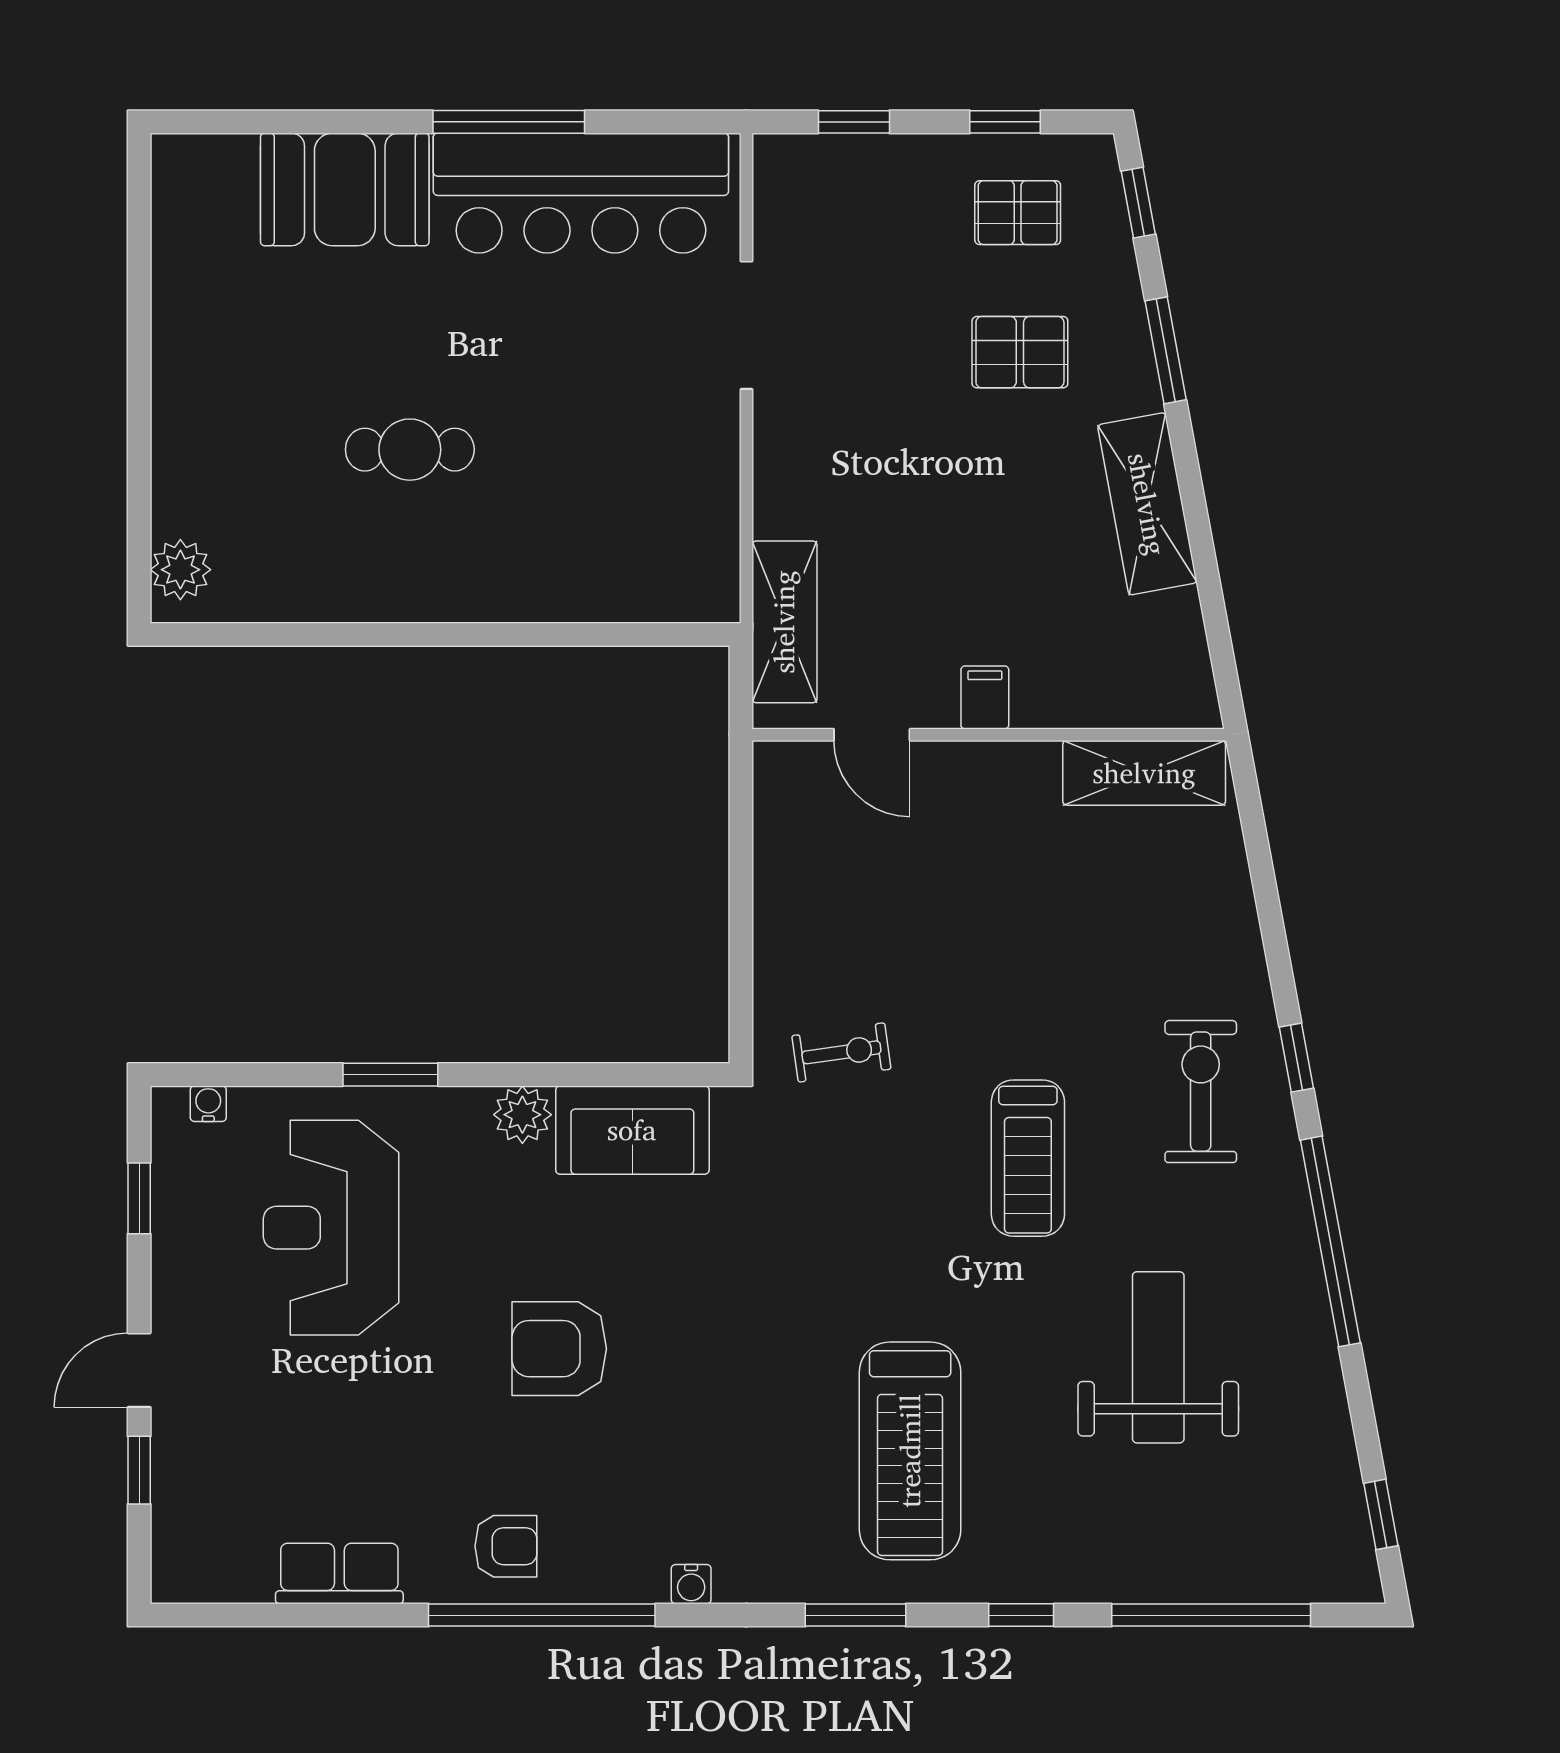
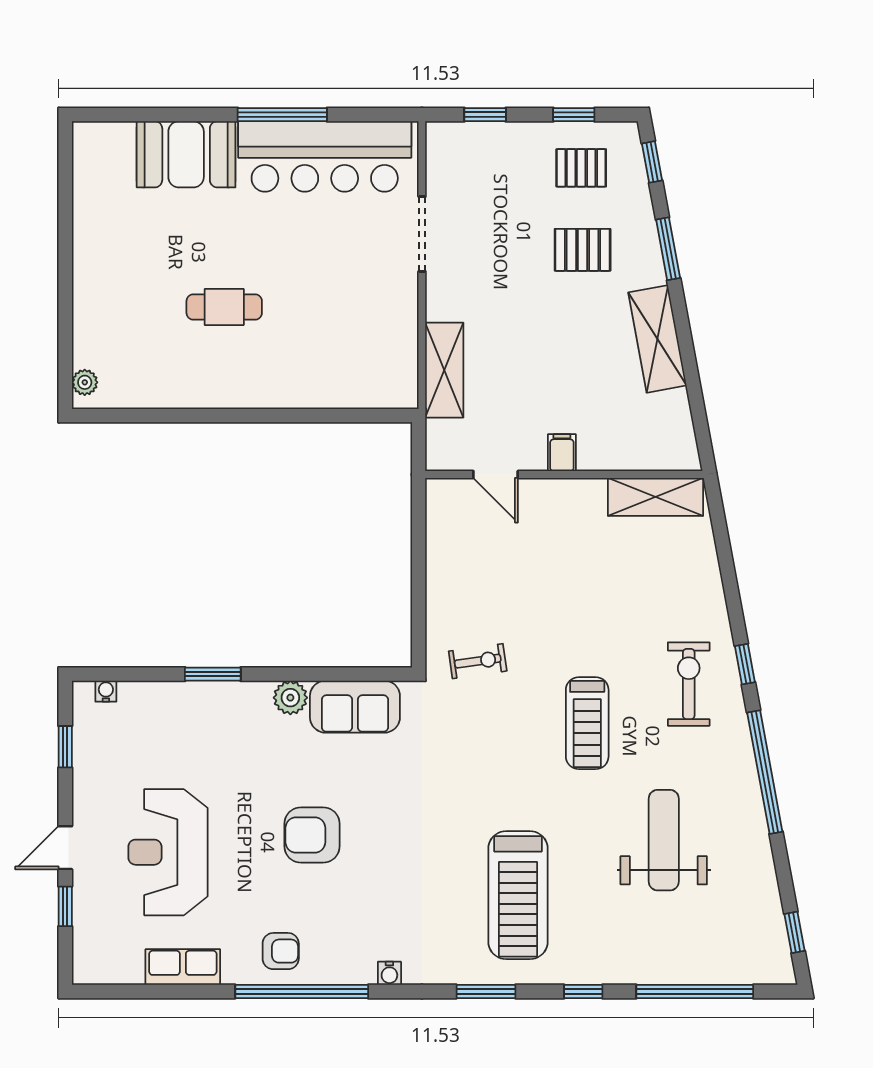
plant: (180, 570) -> (85, 382), width x0.73, depth x0.73
shelving: (784, 622) -> (444, 370), moved
reception desk: (331, 1228) -> (168, 852), moved

